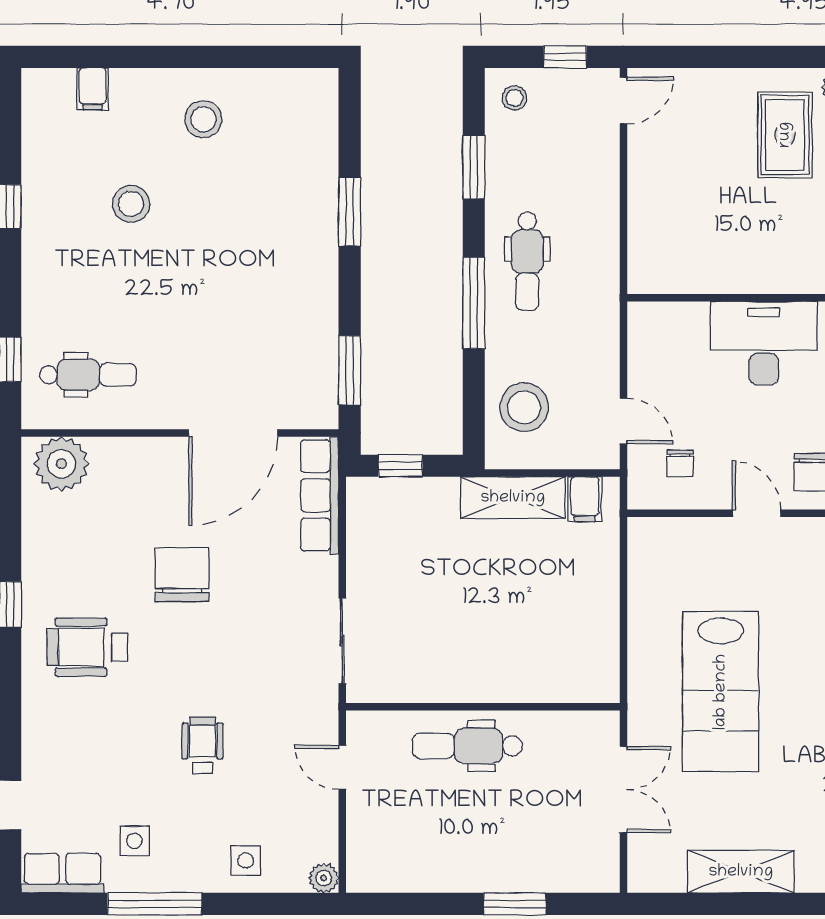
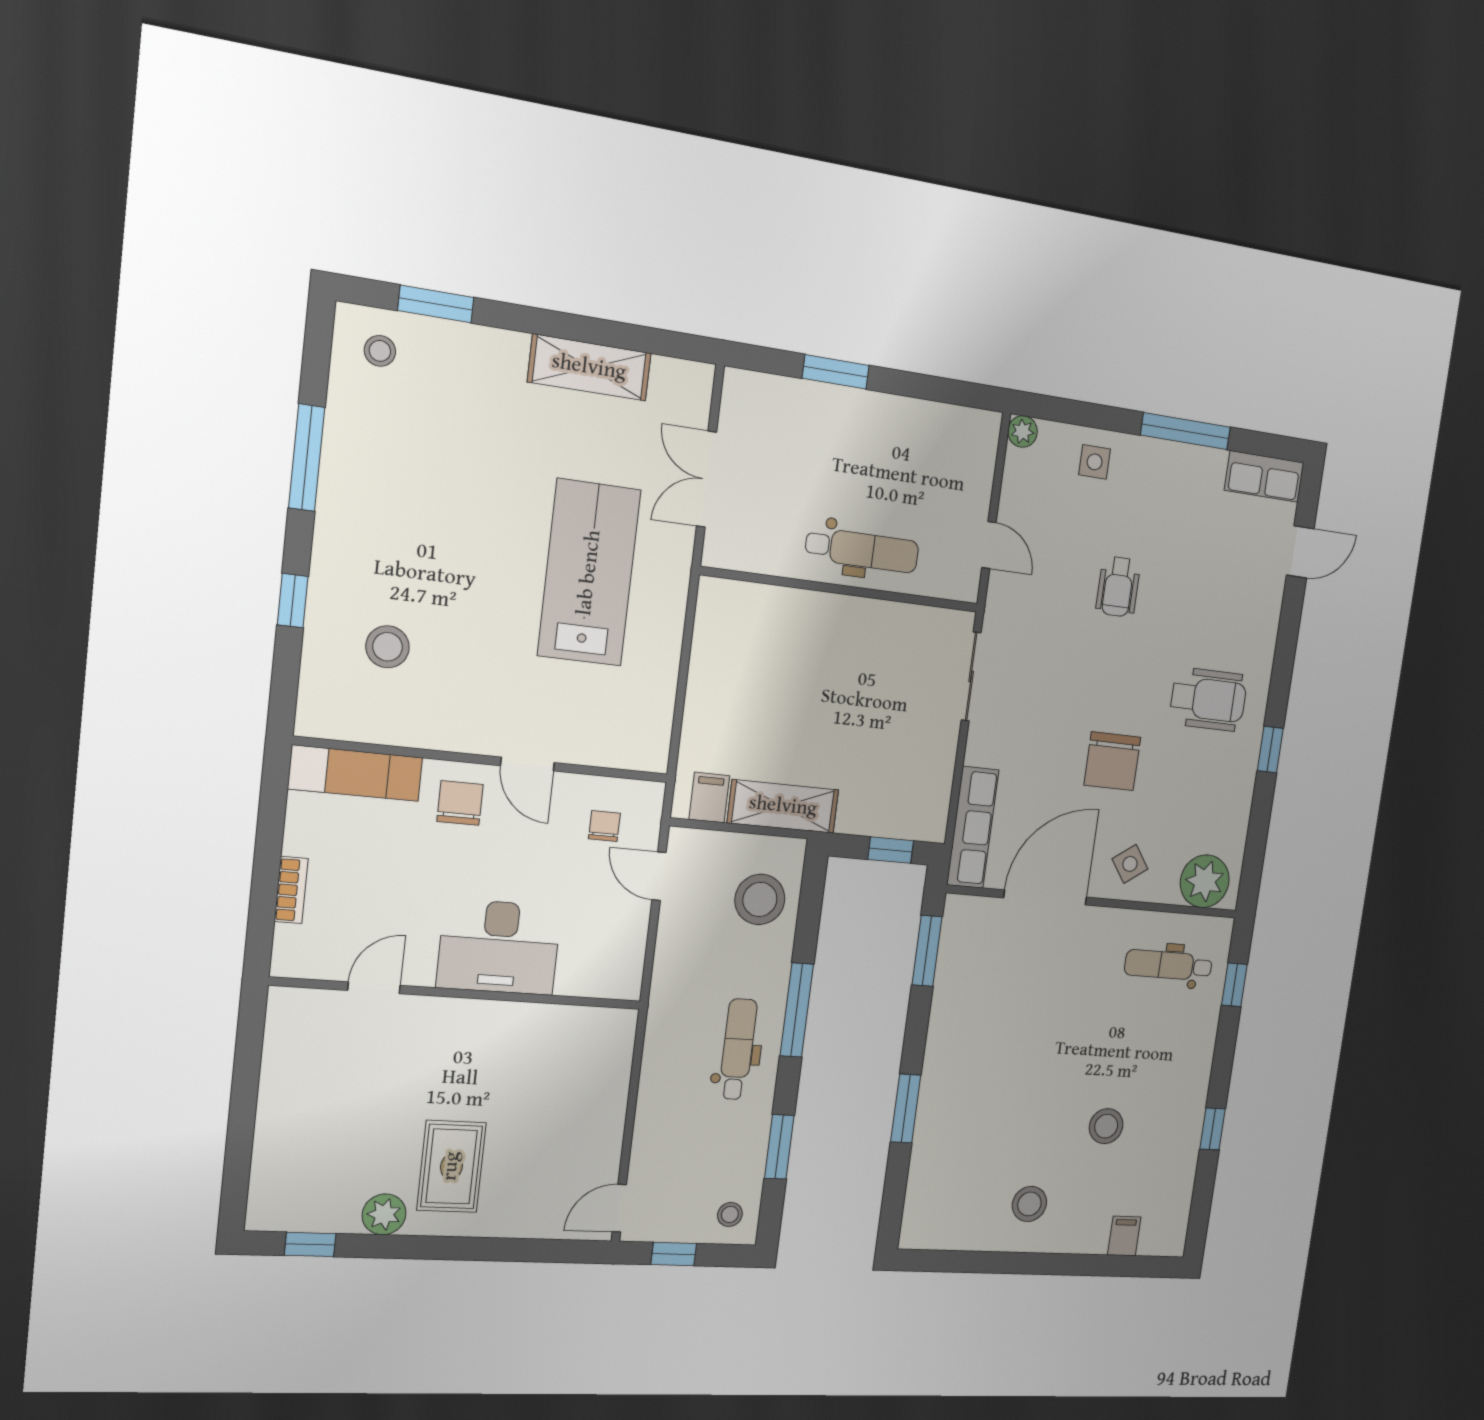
side table: (134, 841) -> (1130, 864), moved, turned -35

